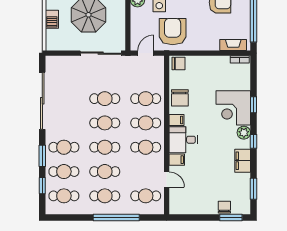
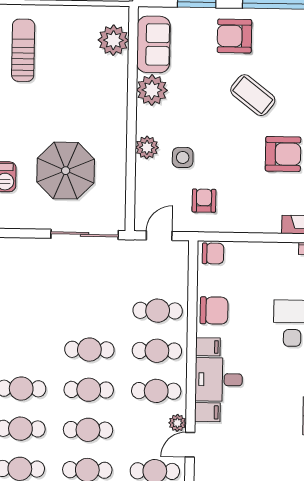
armchair: (173, 32) -> (204, 201), width x0.53, depth x0.53
chair: (180, 98) -> (214, 310), turned -90
cafe table: (105, 99) -> (90, 309), removed
plant: (159, 166) -> (177, 423), added
door: (167, 179) -> (190, 445), swing flipped

